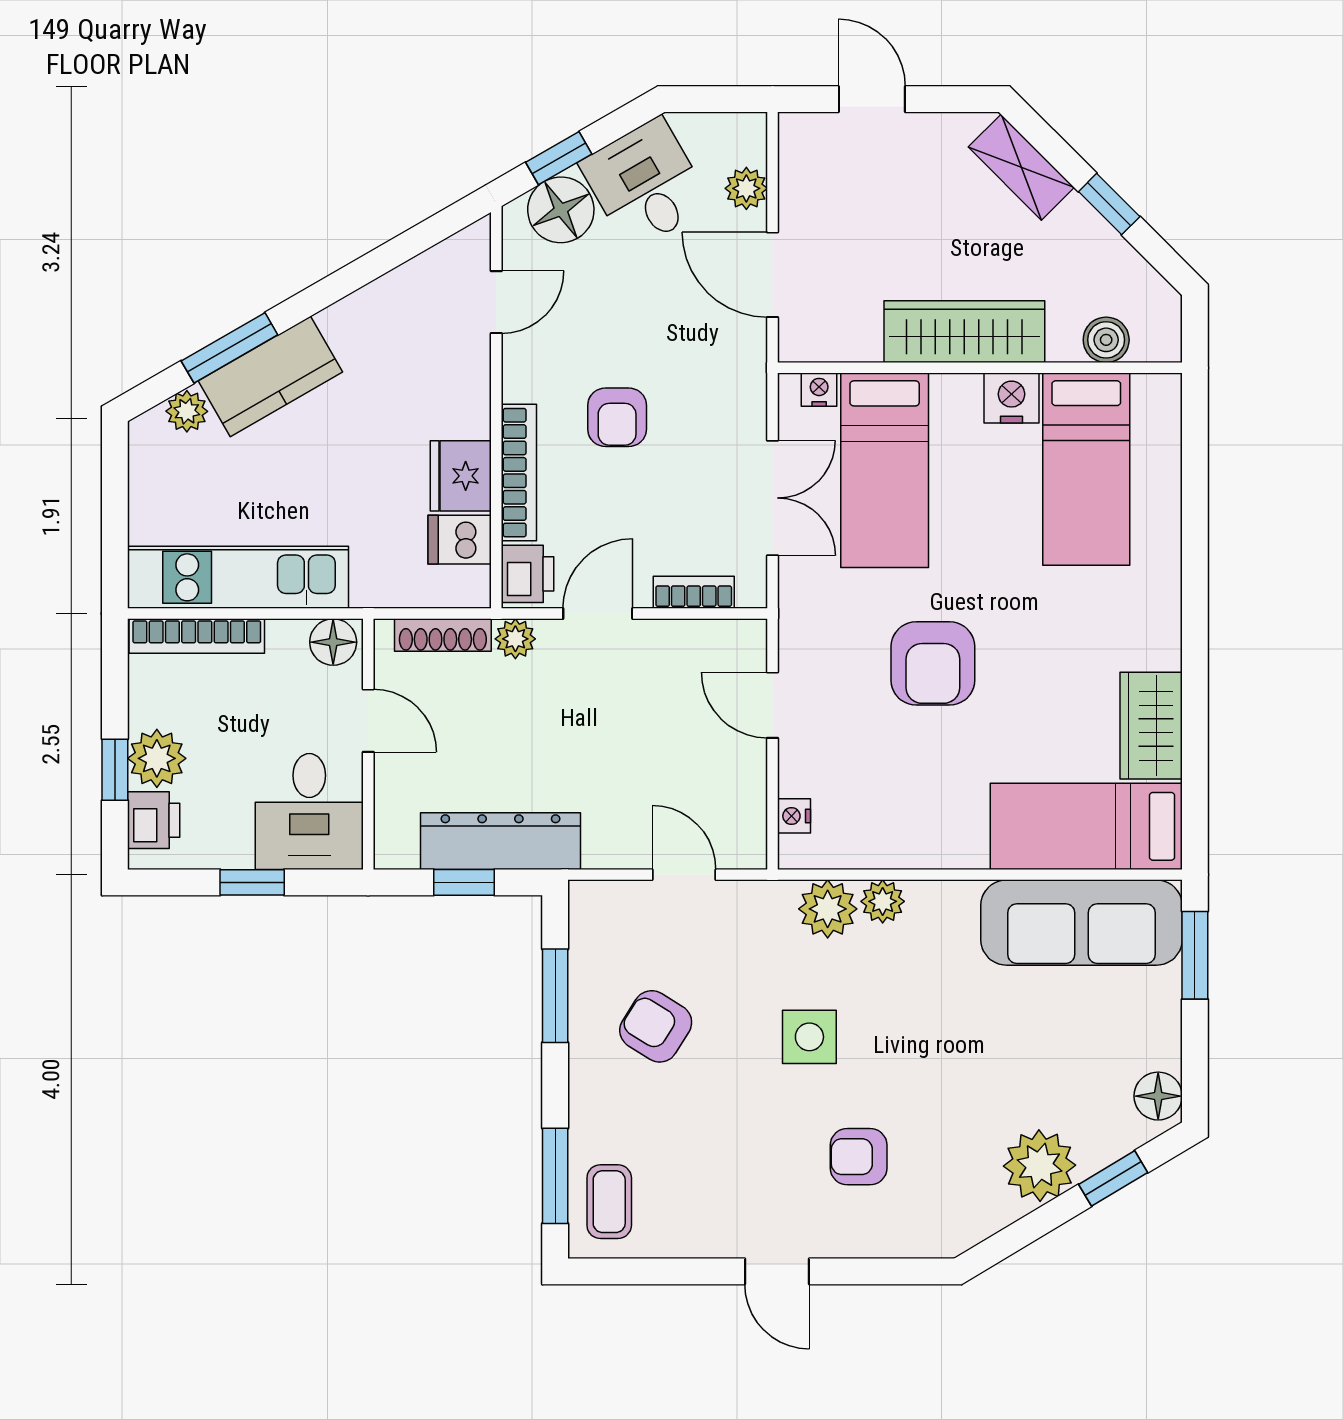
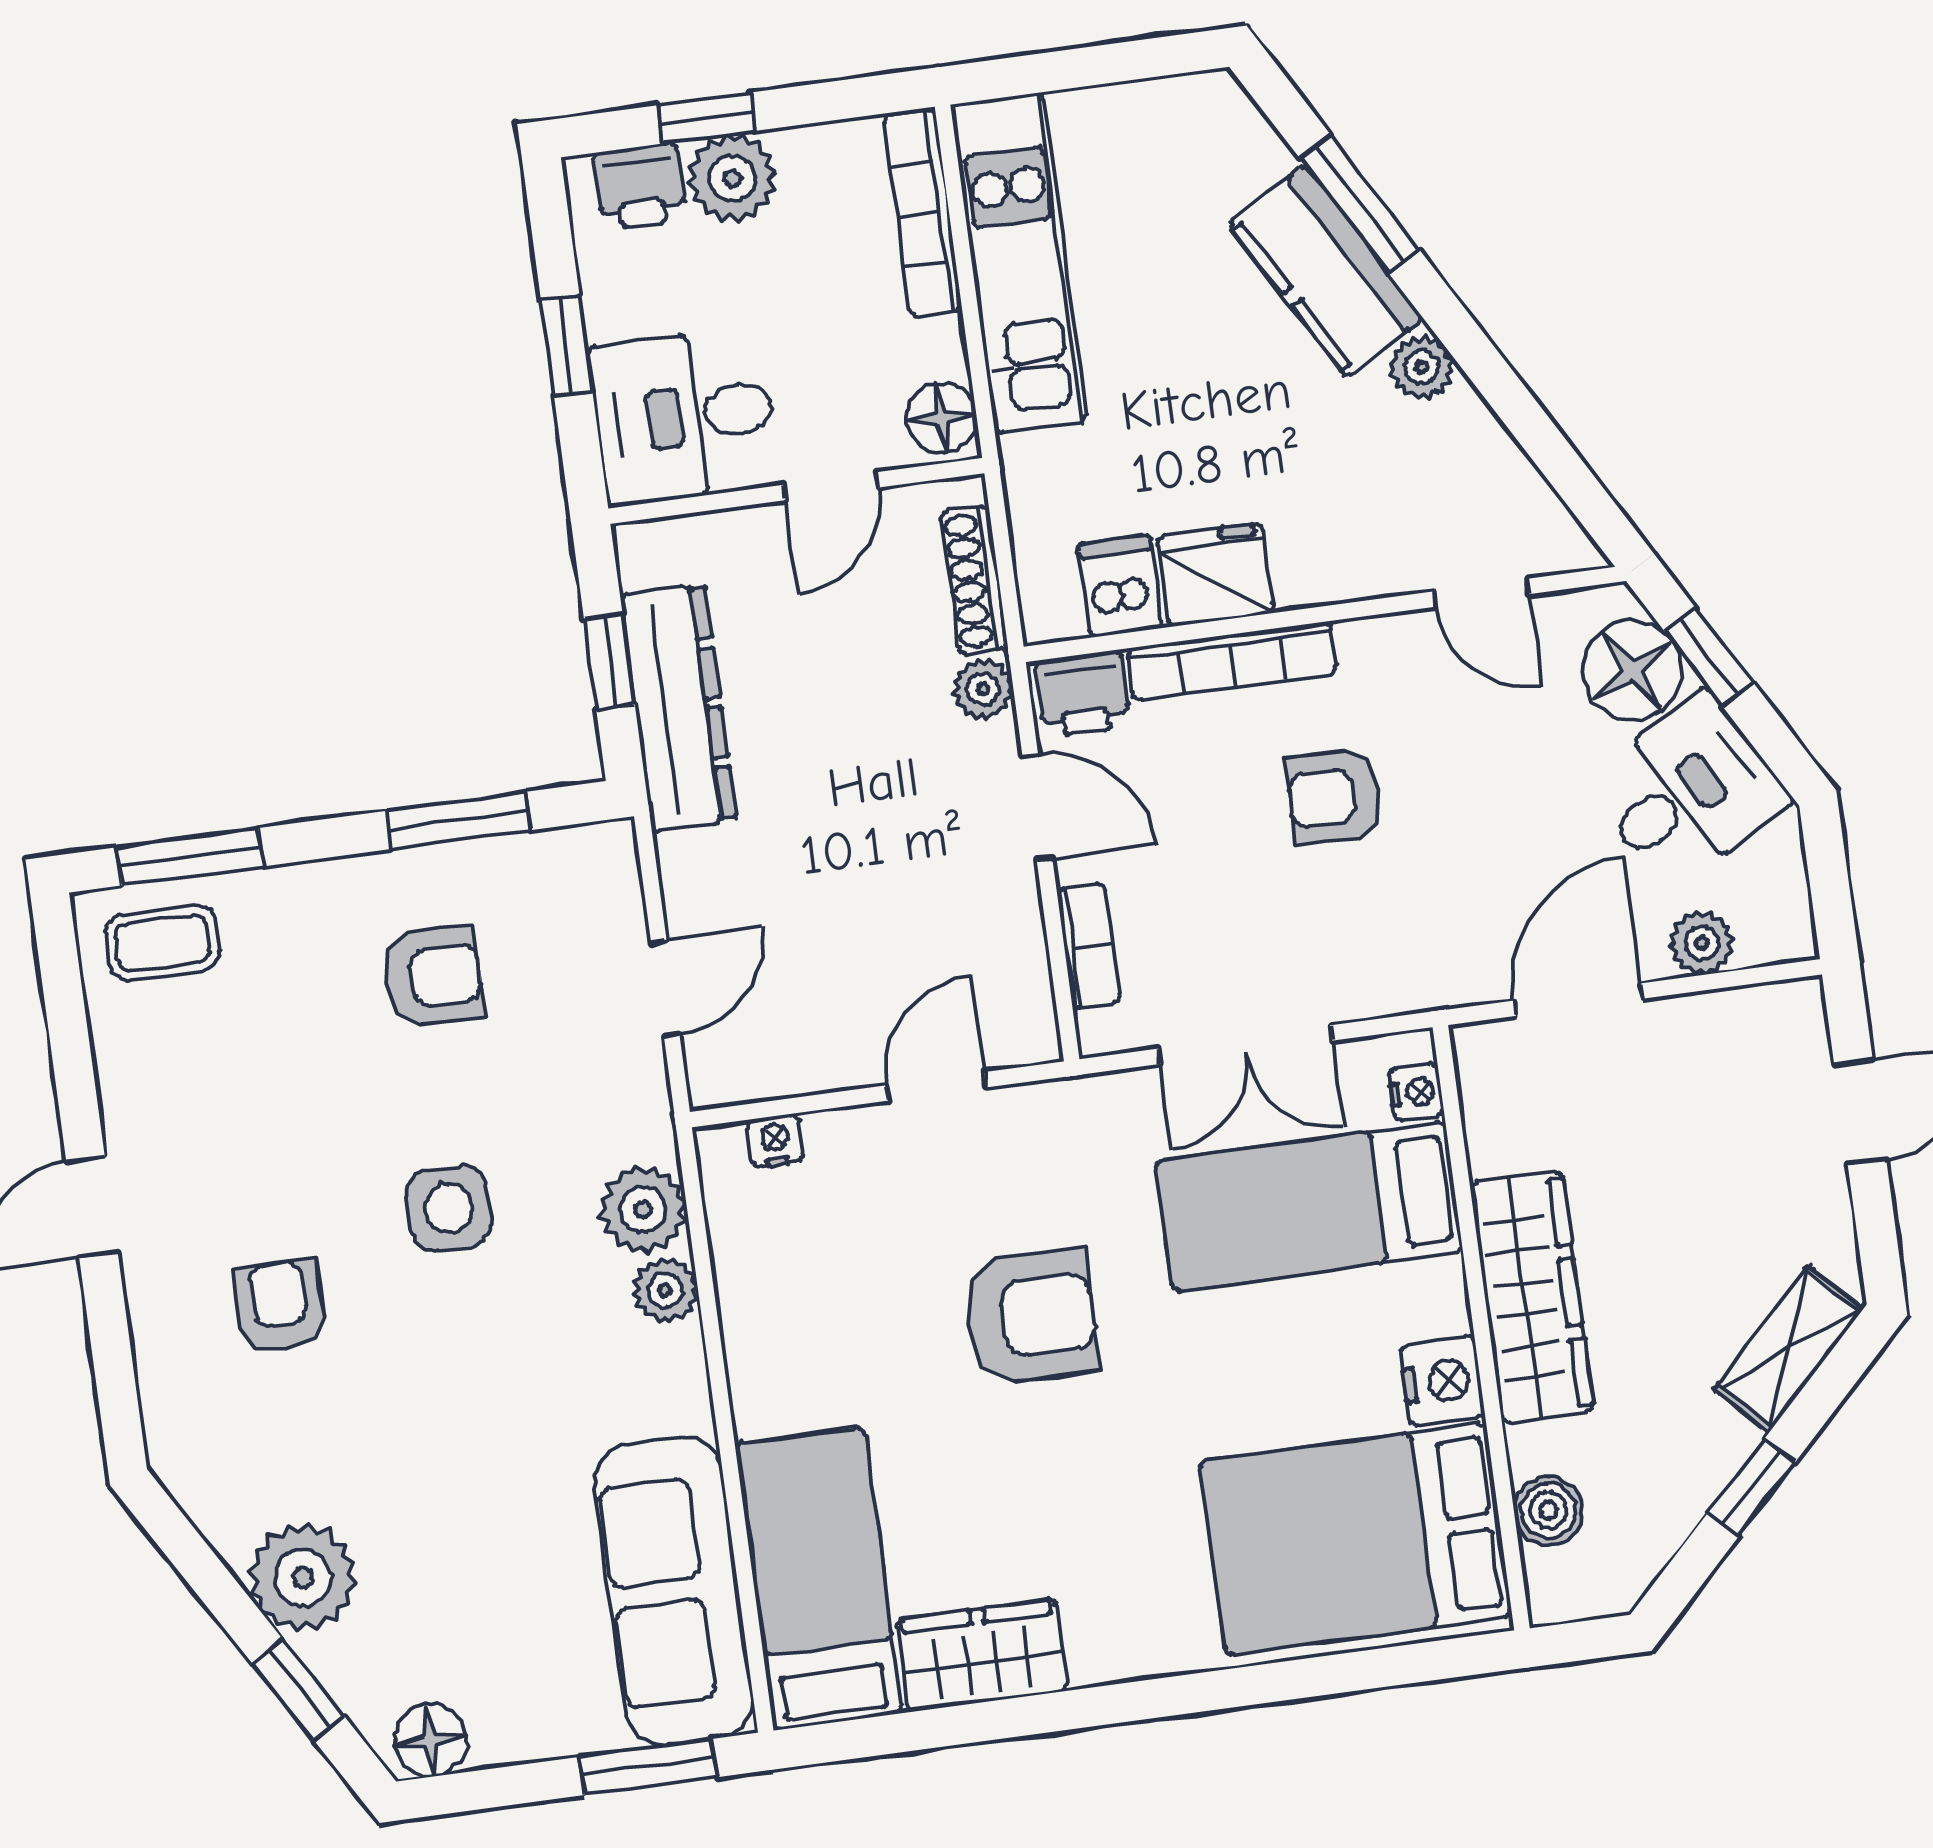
plant: (187, 411) -> (1421, 367), moved
bed: (1086, 469) -> (1356, 1539), width x1.50
armchair: (933, 663) -> (1031, 1317), turned 180
armchair: (656, 1026) -> (433, 977), turned 58

